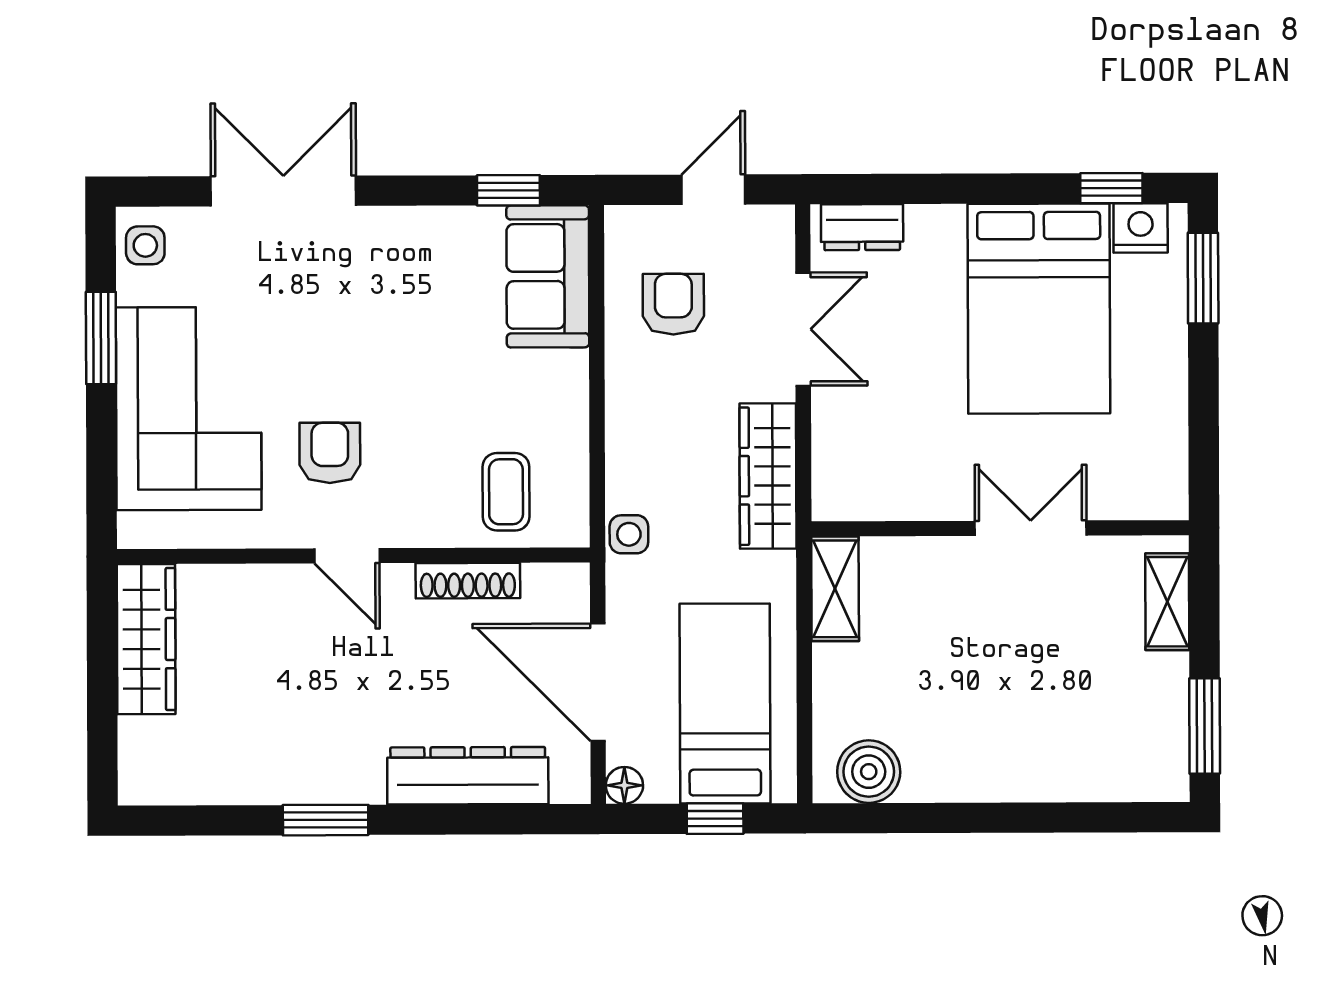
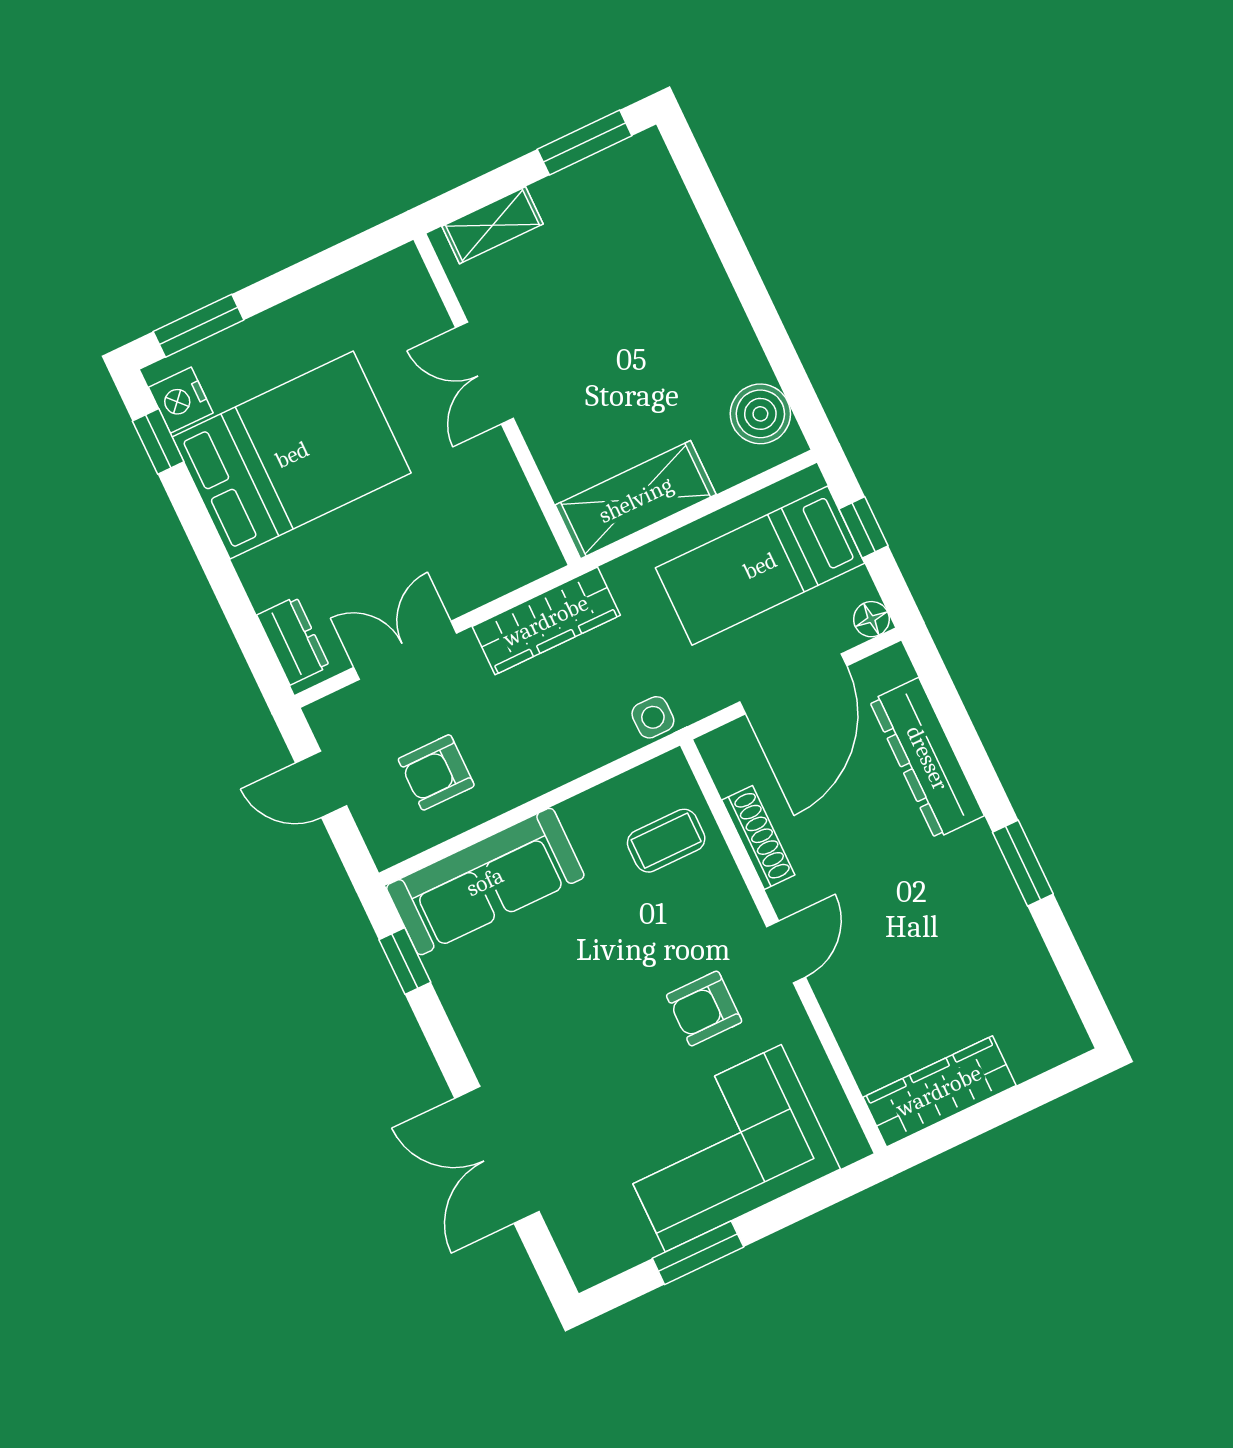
side table: (145, 245) -> (600, 1252), removed
sofa: (548, 276) -> (485, 882), width x1.36
shelving: (835, 589) -> (636, 500), width x1.50, depth x1.33

